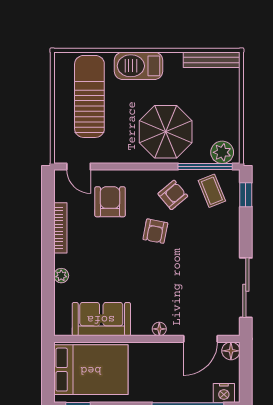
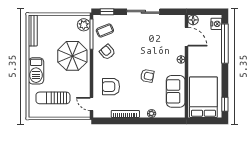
sun lounger: (89, 96) -> (53, 98), width x0.73, depth x0.75
door: (79, 167) -> (92, 104), swing flipped
armchair: (155, 231) -> (147, 76), moved
sliding door: (246, 288) -> (143, 12), moved

